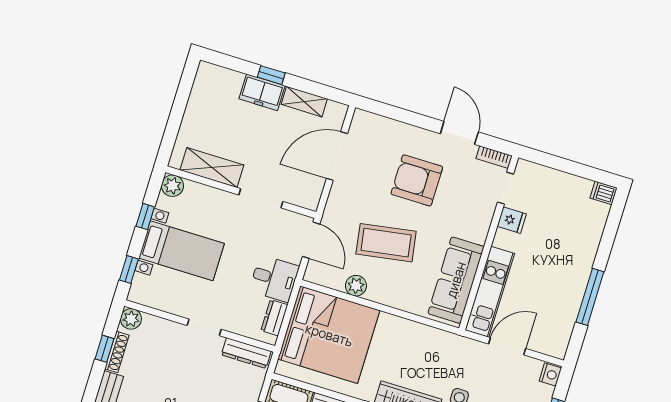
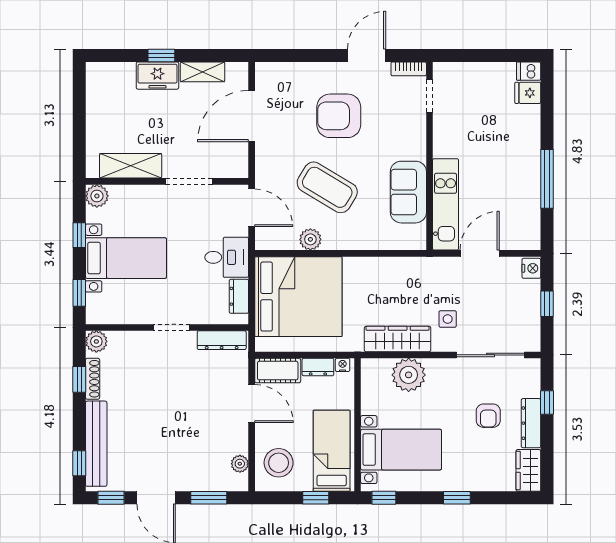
door: (459, 133) -> (367, 55), hinge flipped
fridge: (512, 220) -> (528, 93), moved, turned 180
coffee table: (386, 243) -> (327, 187), turned 40
sofa: (456, 280) -> (408, 192), width x0.73

